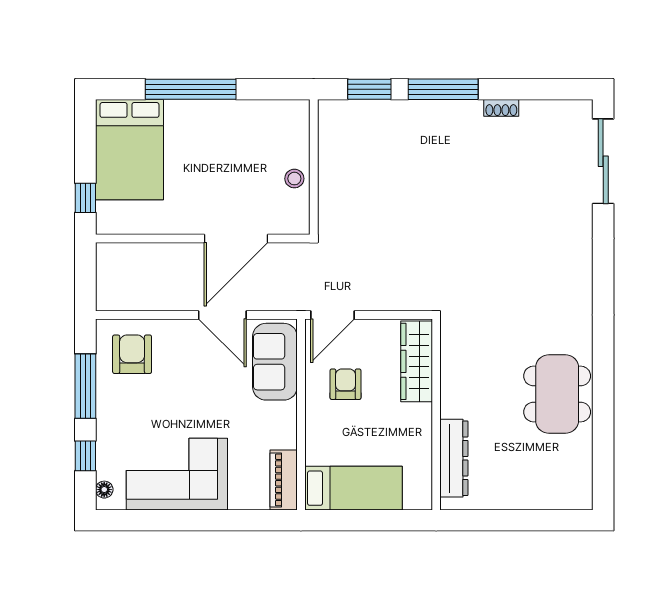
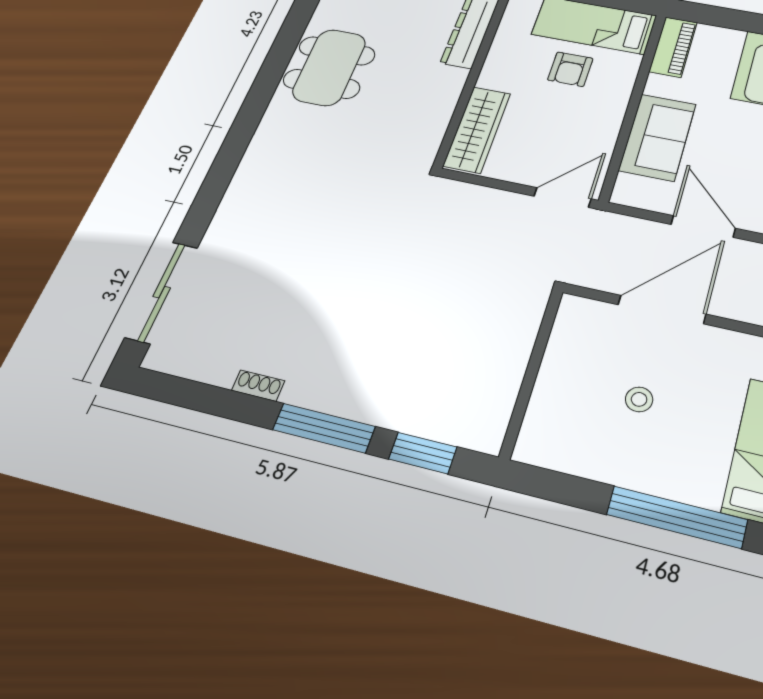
stool: (294, 179) -> (639, 399), moved
sofa: (275, 362) -> (657, 137), moved
armchair: (346, 384) -> (570, 69), moved

